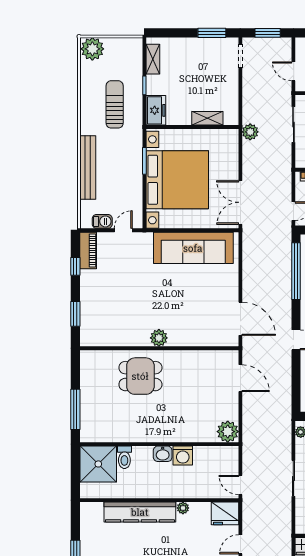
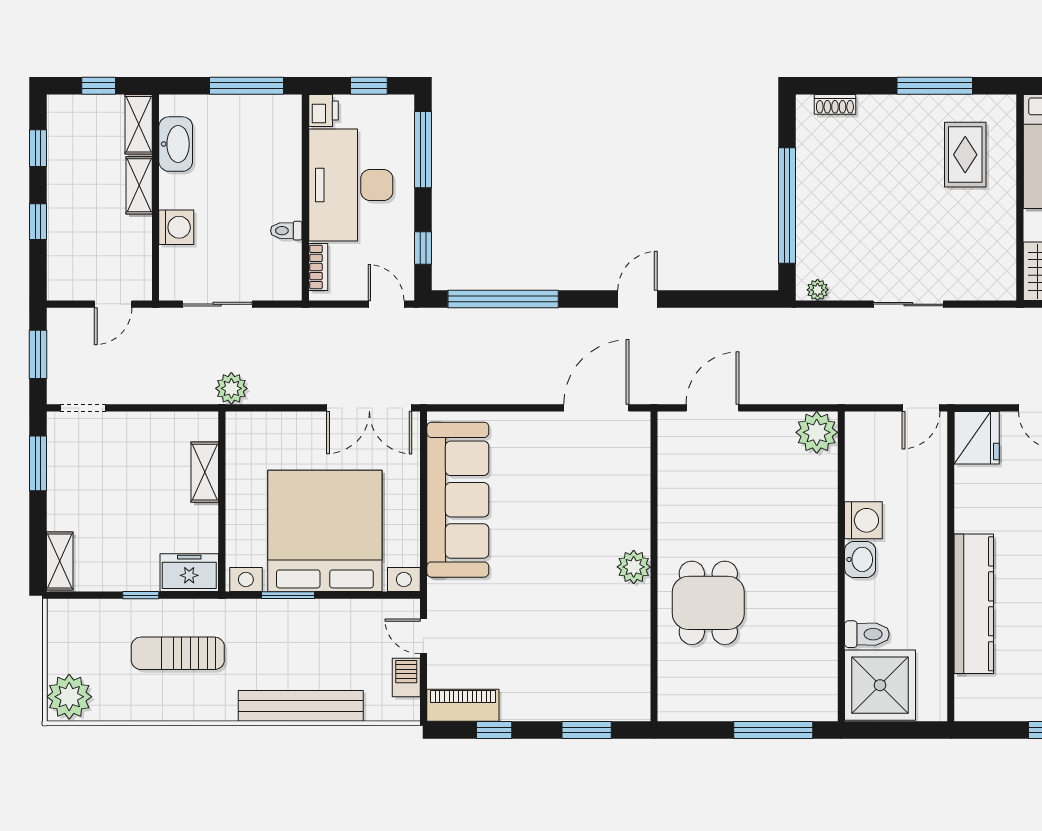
shelving: (153, 59) -> (60, 561), moved, turned 90
plant: (183, 508) -> (966, 520), removed

